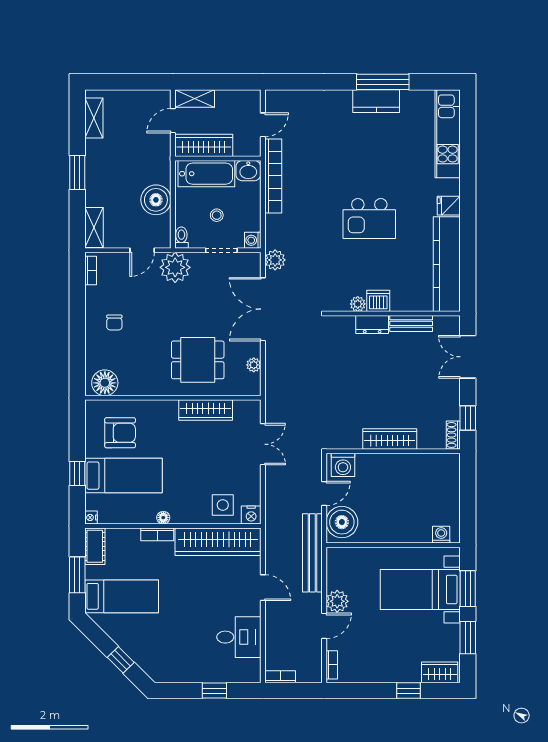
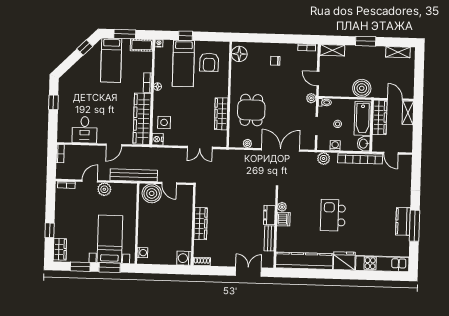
boiler: (156, 200) -> (362, 88), moved
fridge: (449, 206) -> (344, 261), width x1.88, depth x1.34
washing machine: (253, 240) -> (335, 145), moved
plant: (275, 260) -> (324, 158), moved
plant: (175, 267) -> (311, 98), width x0.53, depth x0.53
window: (468, 418) -> (212, 271), removed
washing machine: (343, 465) -> (184, 258), moved
door: (324, 626) -> (90, 181), swing flipped
window: (121, 660) -> (85, 48), moved
window: (214, 691) -> (53, 102), moved

